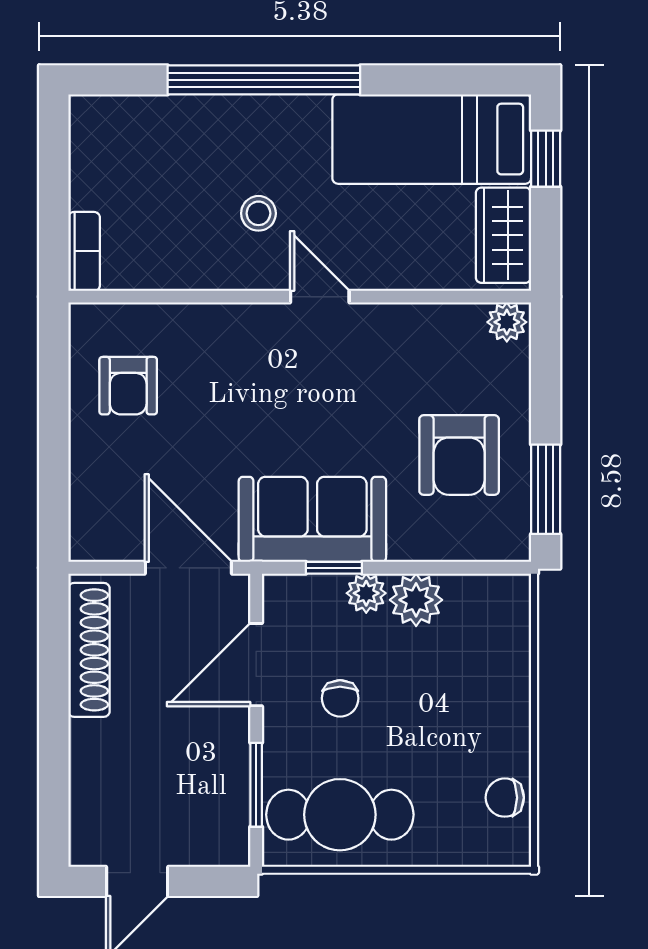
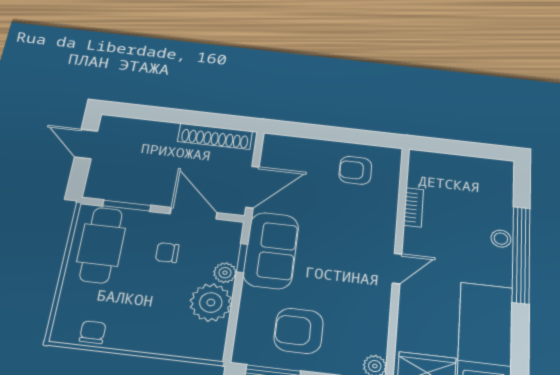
stool: (258, 213) -> (501, 239), moved
bookcase: (84, 251) -> (413, 207), moved, turned -90
plant: (416, 600) -> (211, 302), width x1.36, depth x1.36

